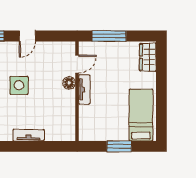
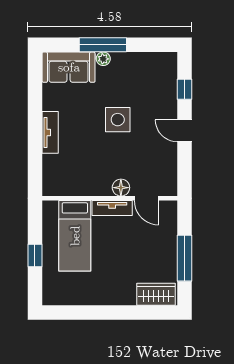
window: (109, 36) -> (185, 258), moved
bed: (141, 115) -> (75, 236), moved, turned 90
window: (119, 146) -> (35, 256), width x0.67

